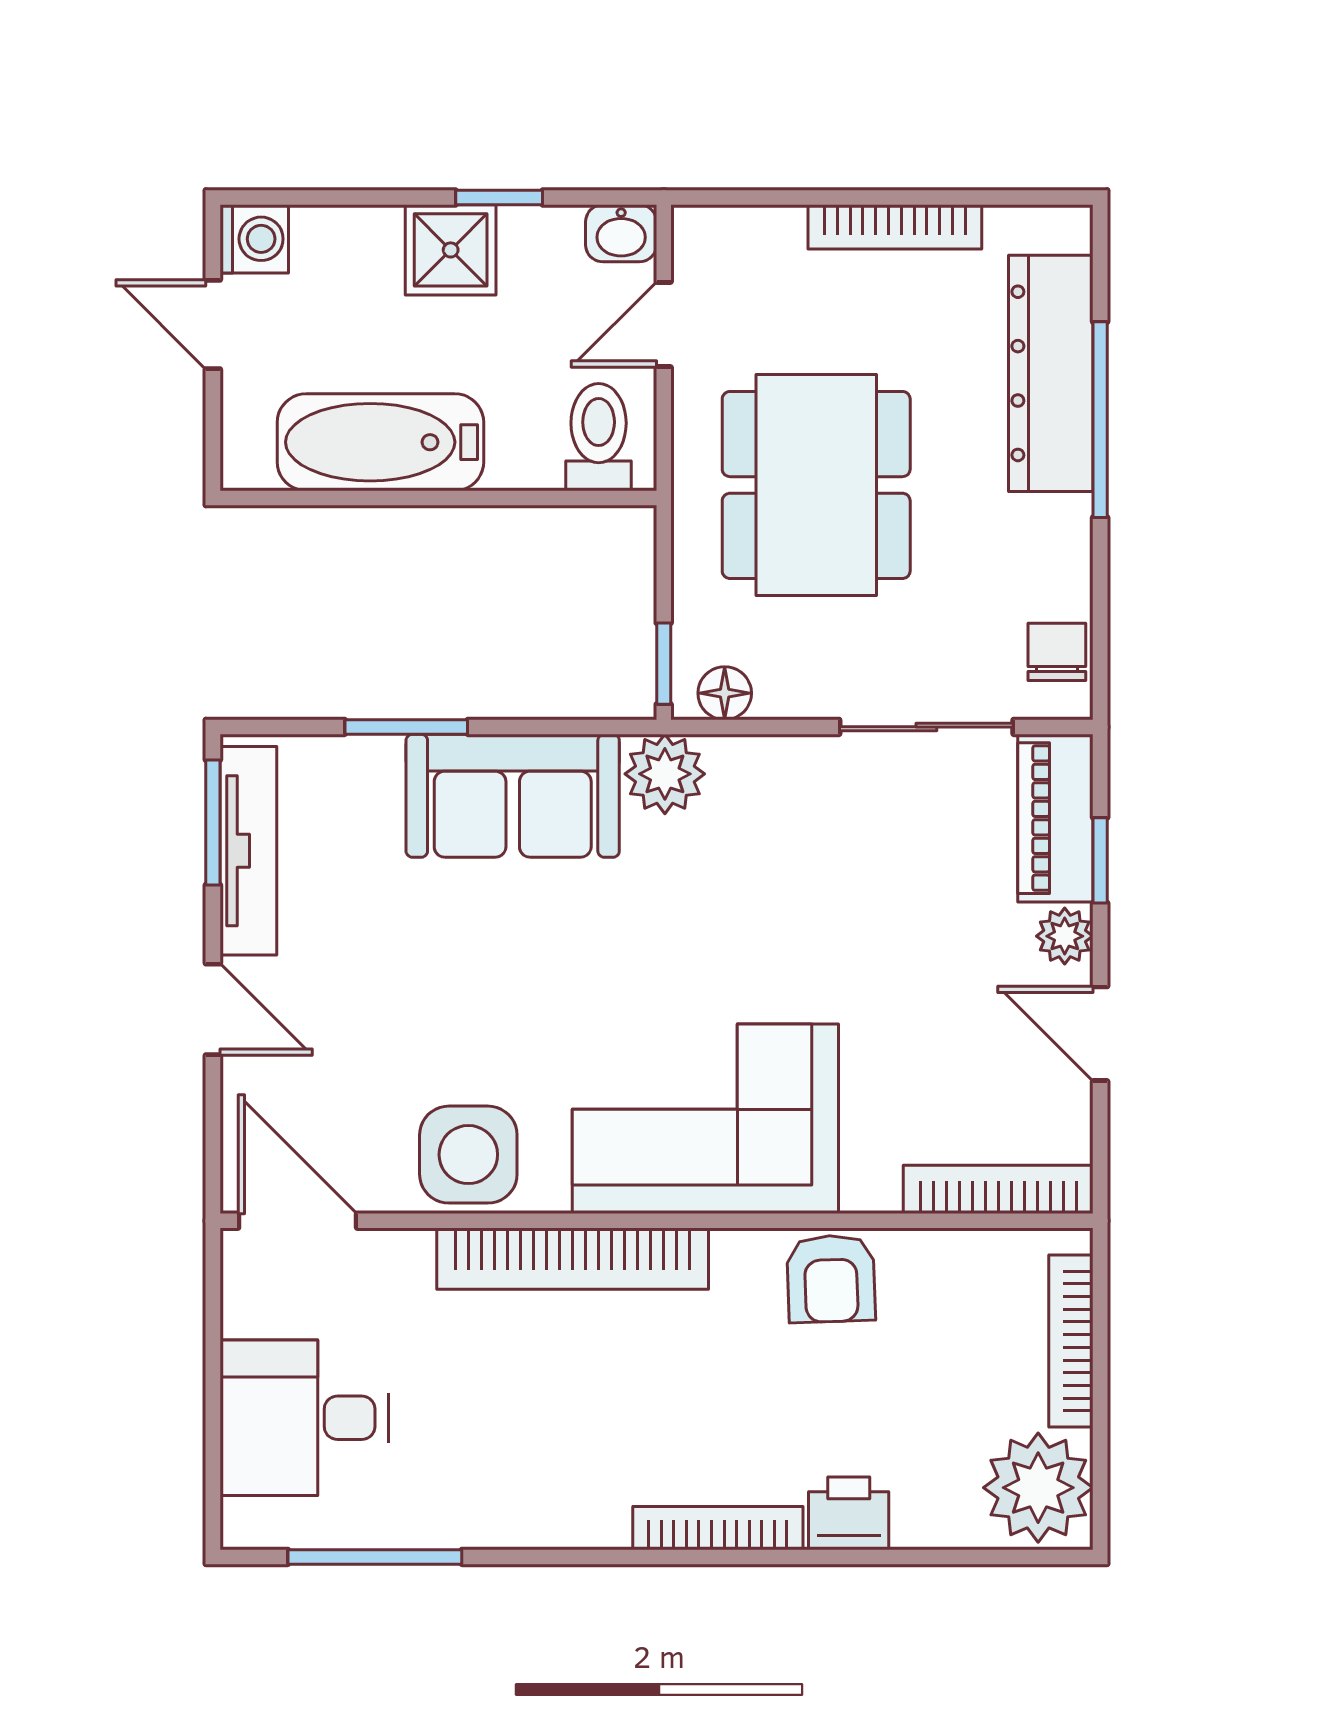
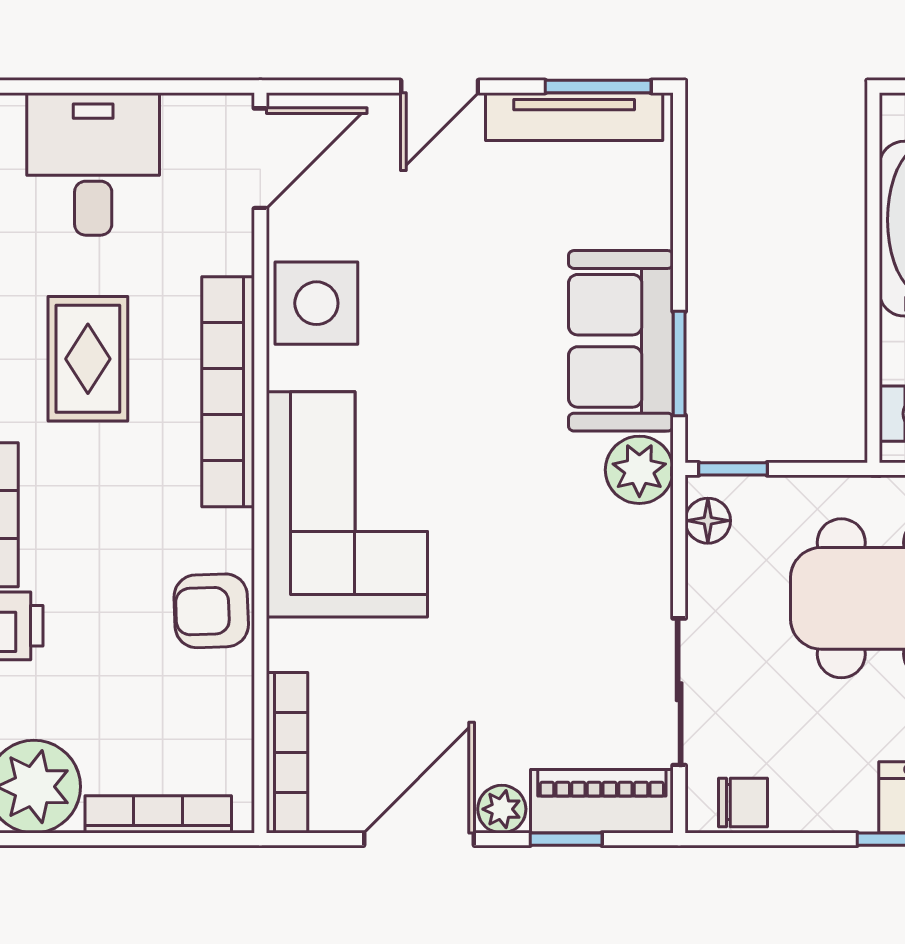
window: (406, 727) -> (679, 363), moved
door: (1100, 1034) -> (419, 839), width x1.38
rug: (534, 1424) -> (88, 359), added

